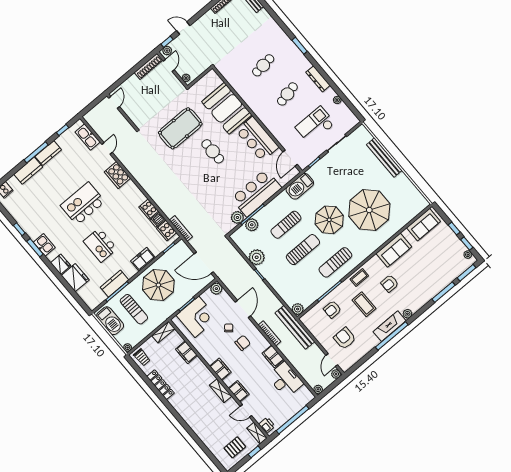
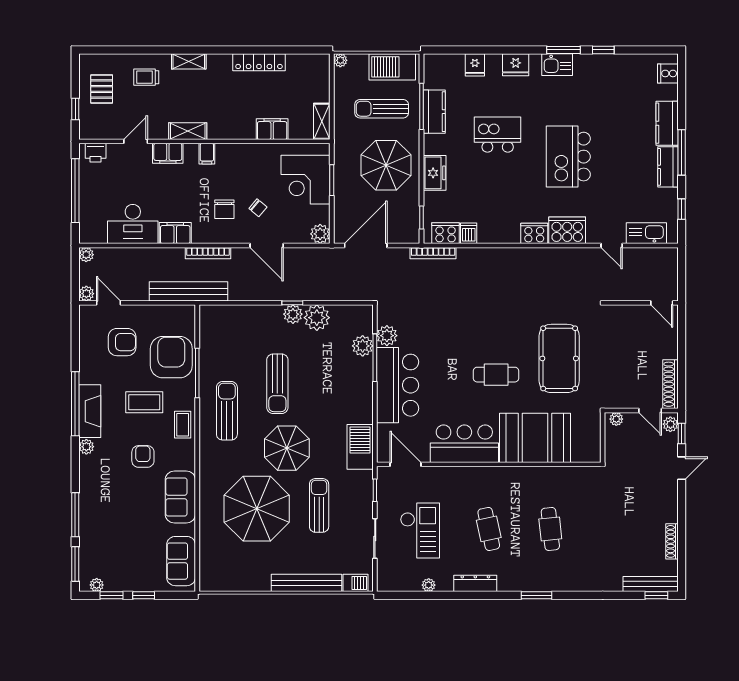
barbecue: (365, 135) -> (356, 583), added
kitchen island: (83, 203) -> (568, 157), turned 180
cooker: (149, 209) -> (534, 233), moved
sun lounger: (286, 225) -> (319, 505), moved
fridge: (75, 278) -> (475, 65), width x0.53, depth x0.75
plant: (298, 309) -> (293, 314), moved
armchair: (332, 309) -> (171, 357), width x1.88, depth x1.88
trolley: (142, 357) -> (146, 77), moved
filing cabinet: (220, 369) -> (207, 154), width x0.50
shelving: (257, 433) -> (189, 61), moved

